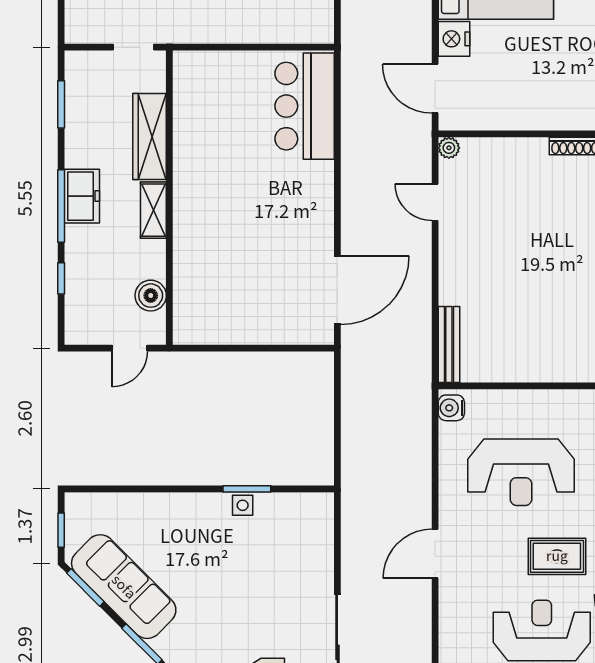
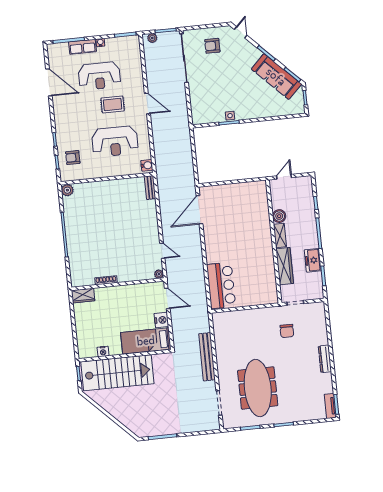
freezer: (82, 196) -> (313, 260), moved
boiler: (151, 296) -> (279, 216), moved
bench: (449, 345) -> (150, 187), width x0.73
reception desk: (521, 472) -> (115, 141), turned 180
door: (435, 554) -> (147, 104), hinge flipped
rug: (557, 556) -> (113, 104), moved

